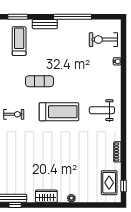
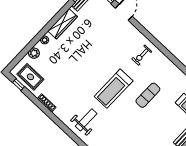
wardrobe: (46, 196) -> (63, 24), width x1.50
plant: (89, 197) -> (34, 53), added

